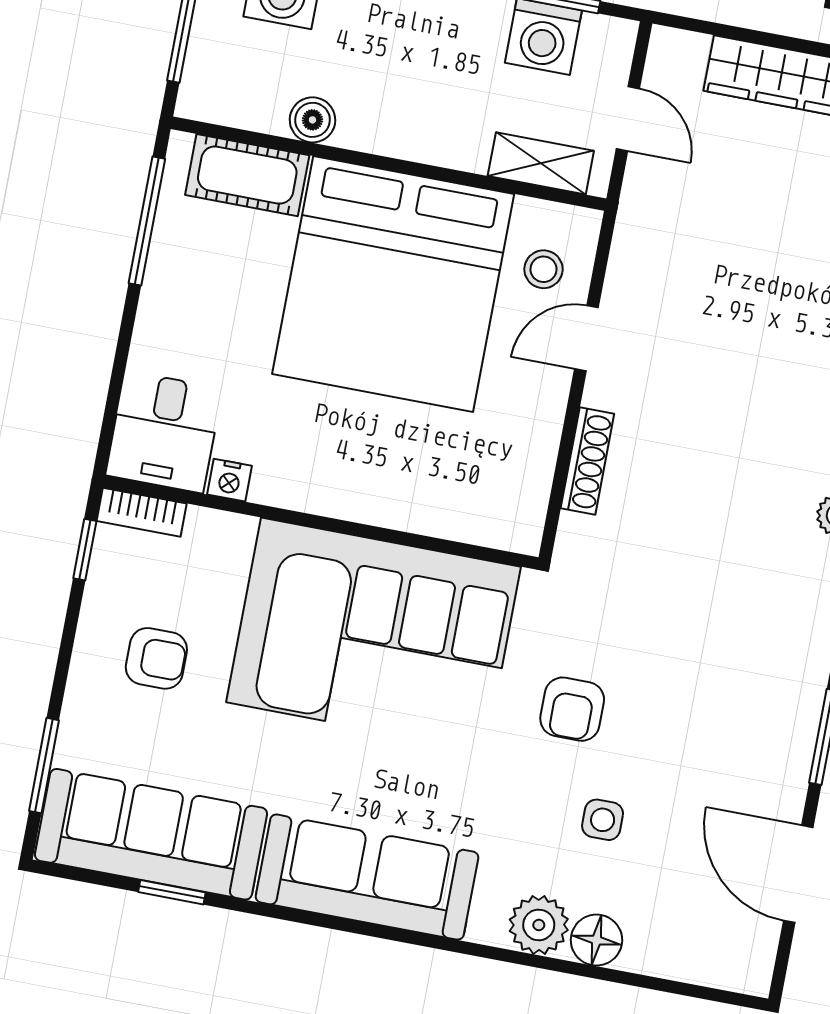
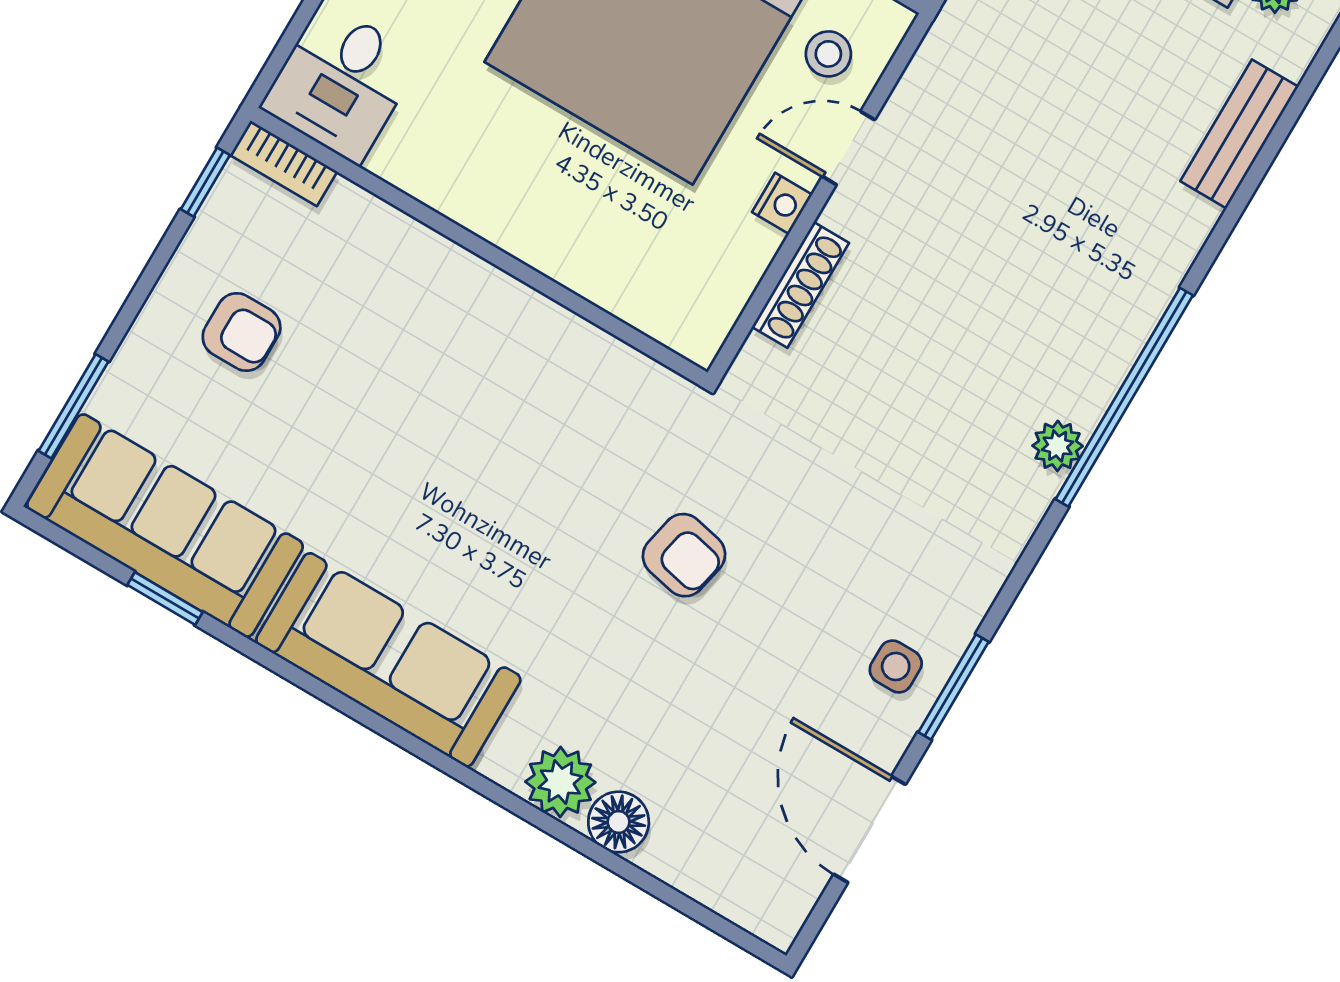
nightstand: (230, 480) -> (782, 203), moved, turned -90
corner sofa: (374, 634) -> (493, 392), removed
armchair: (572, 709) -> (684, 555), turned -78
side table: (603, 820) -> (896, 666), moved

